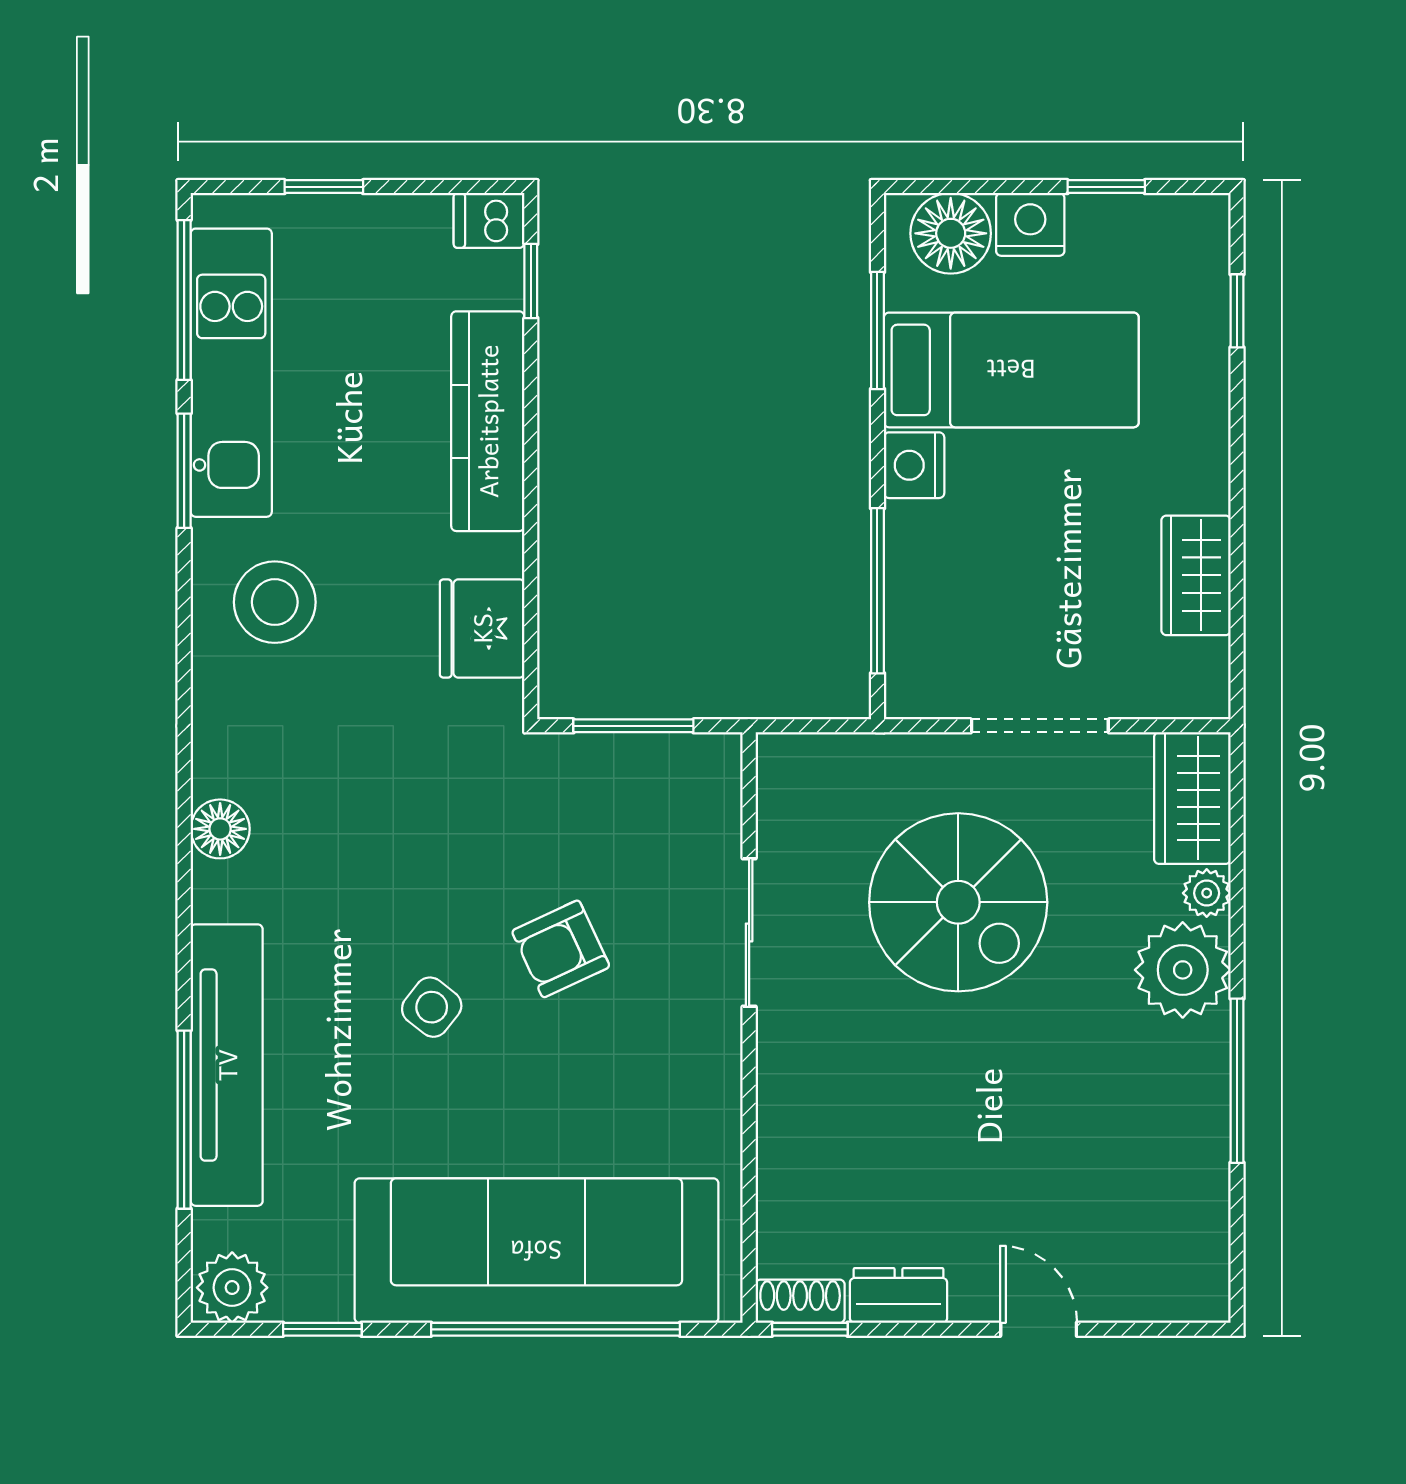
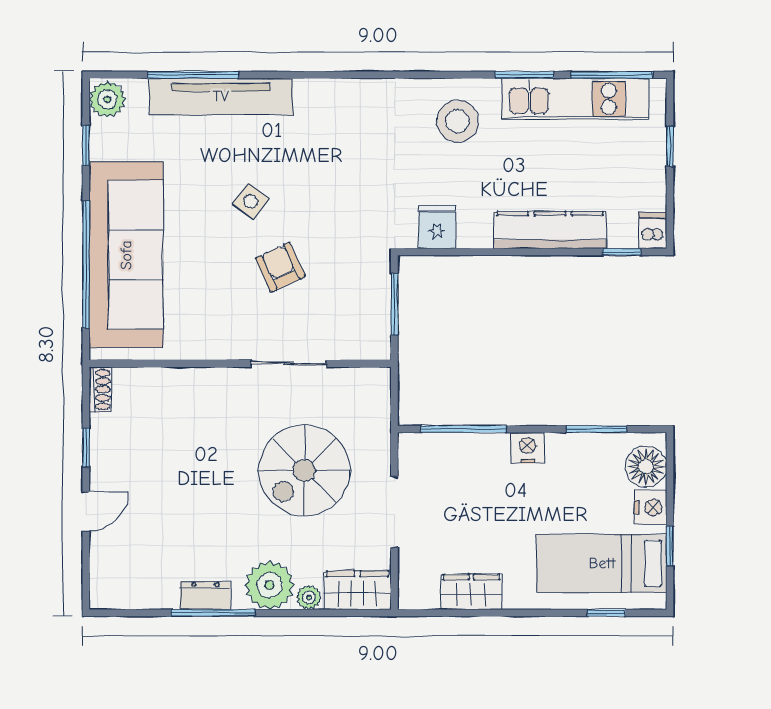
bed: (1011, 370) -> (602, 563), moved, turned 90
fridge: (482, 628) -> (437, 227), width x0.72
floor lamp: (220, 829) -> (342, 93), removed
dresser: (899, 1295) -> (205, 596), moved, turned -90
window: (810, 1329) -> (86, 448), moved

